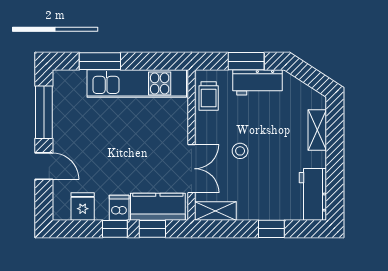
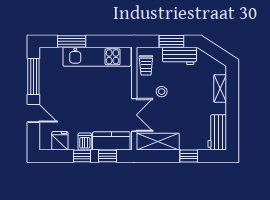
stool: (240, 151) -> (162, 92), moved
shelving: (215, 211) -> (158, 142), width x1.50, depth x1.33

